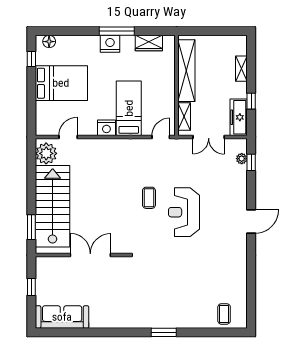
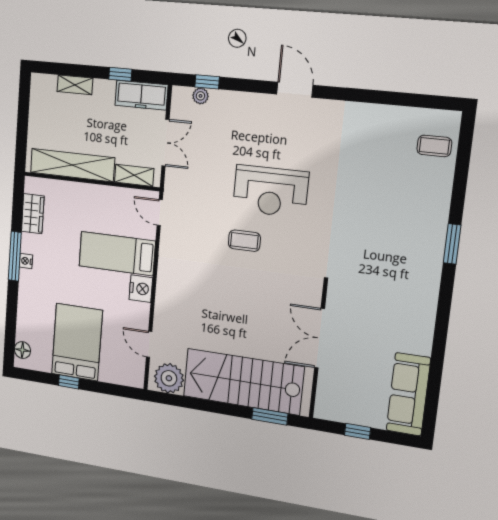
nightstand: (110, 44) -> (26, 261), width x0.53, depth x0.56
window: (31, 59) -> (69, 382), moved

